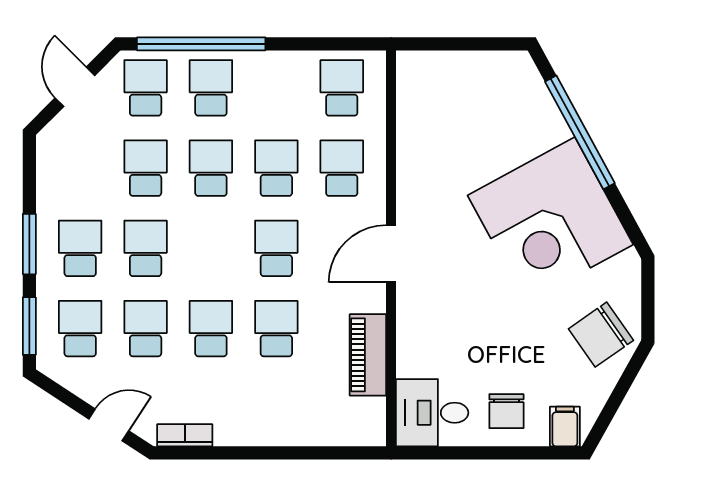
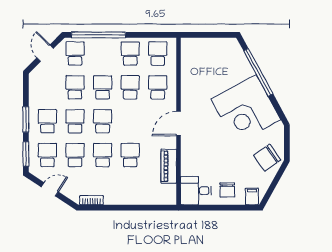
school desk: (211, 88) -> (130, 54), moved
school desk: (276, 248) -> (103, 121), moved
door: (109, 425) -> (50, 189), moved

